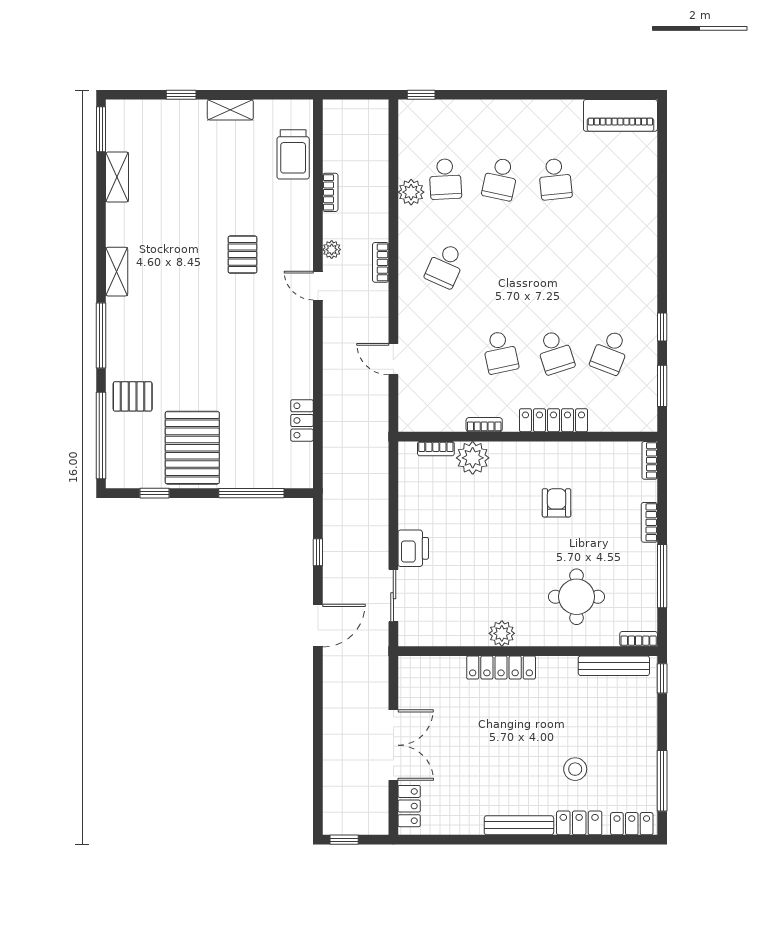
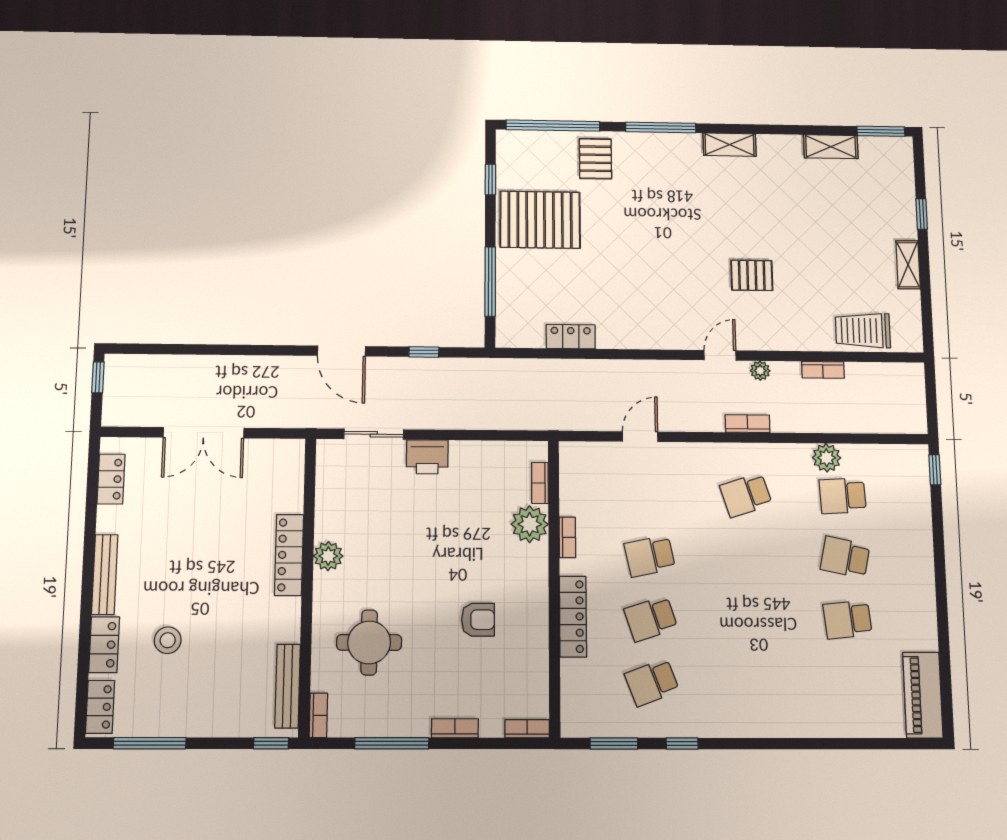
school desk: (445, 266) -> (746, 495), turned -42
school desk: (610, 352) -> (652, 682), turned -42
locker: (409, 806) -> (111, 479), moved, turned -90

